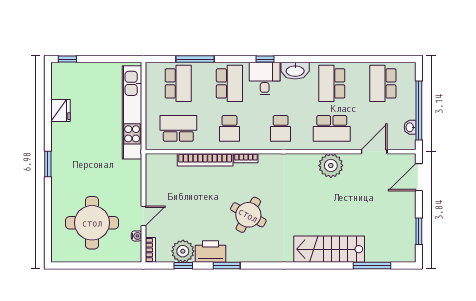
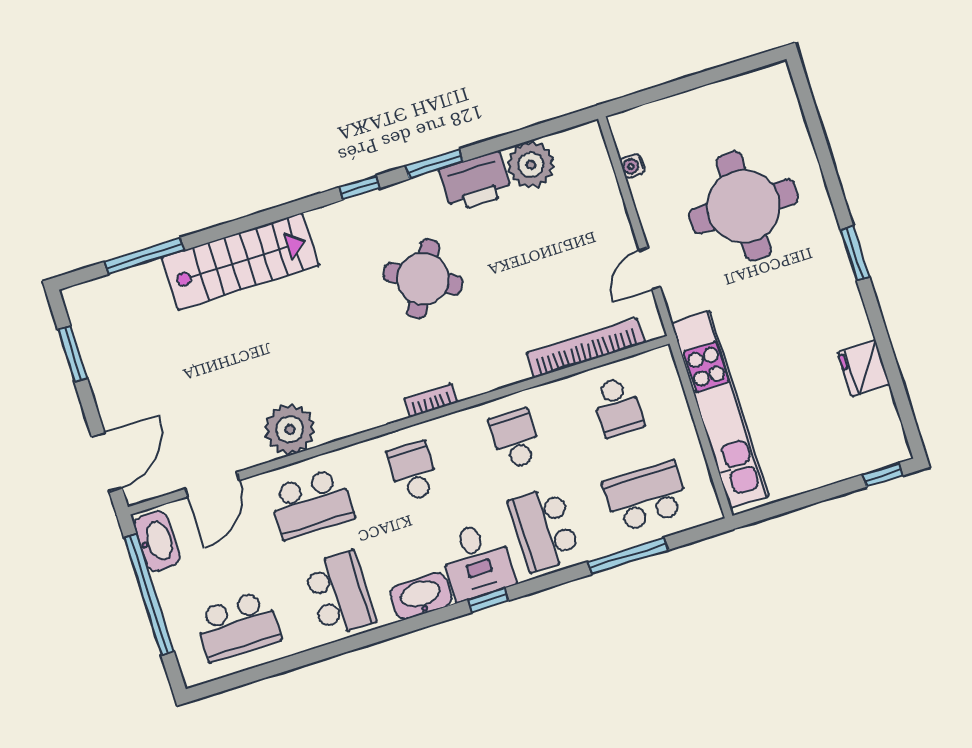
school desk: (178, 83) -> (646, 497), turned 90
school desk: (383, 83) -> (238, 626), turned 90
washbasin: (410, 127) -> (157, 541), width x1.91, depth x1.45
school desk: (178, 128) -> (617, 407), width x0.54
school desk: (332, 128) -> (311, 504), turned 180
bookcase: (246, 158) -> (431, 401), moved
bookcase: (205, 160) -> (586, 348), moved
door: (144, 216) -> (650, 269), moved
round table: (92, 223) -> (744, 206), moved
bookcase: (150, 250) -> (596, 147), removed
window: (183, 266) -> (359, 188), moved

